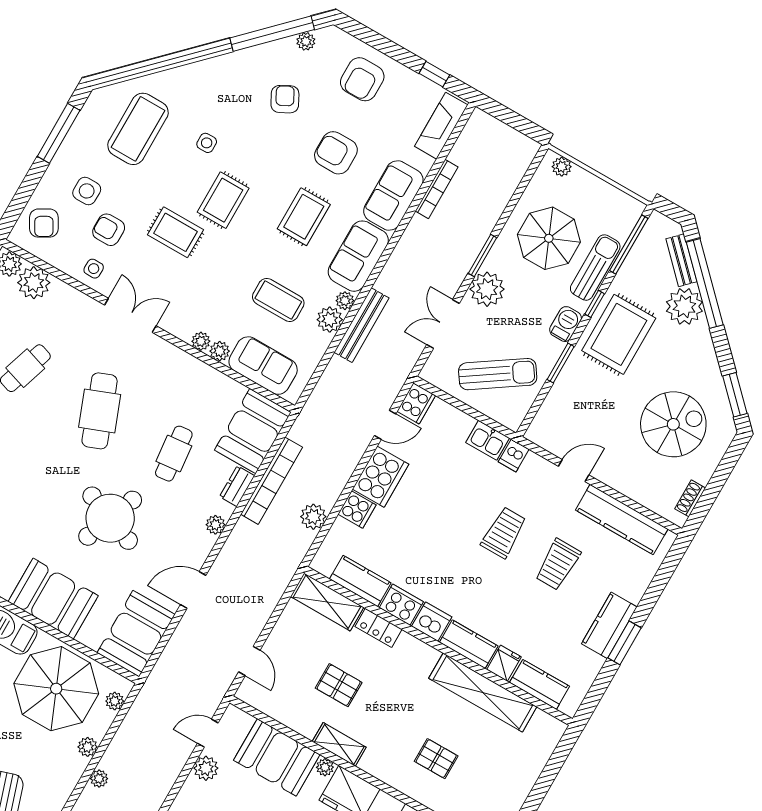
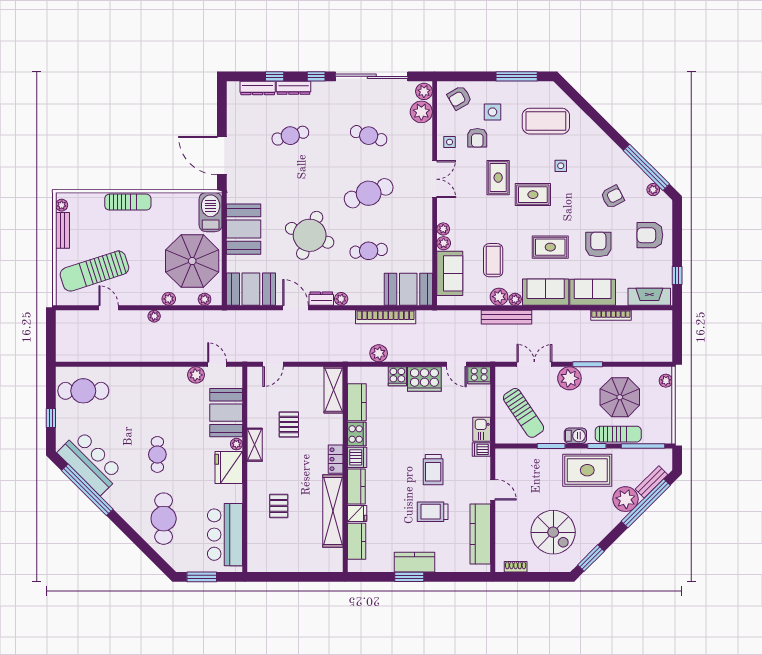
armchair: (109, 230) -> (477, 138), turned 180
dresser: (237, 486) -> (321, 299), moved
trolley: (504, 533) -> (433, 470), turned 90
locker: (378, 628) -> (336, 459), moved

